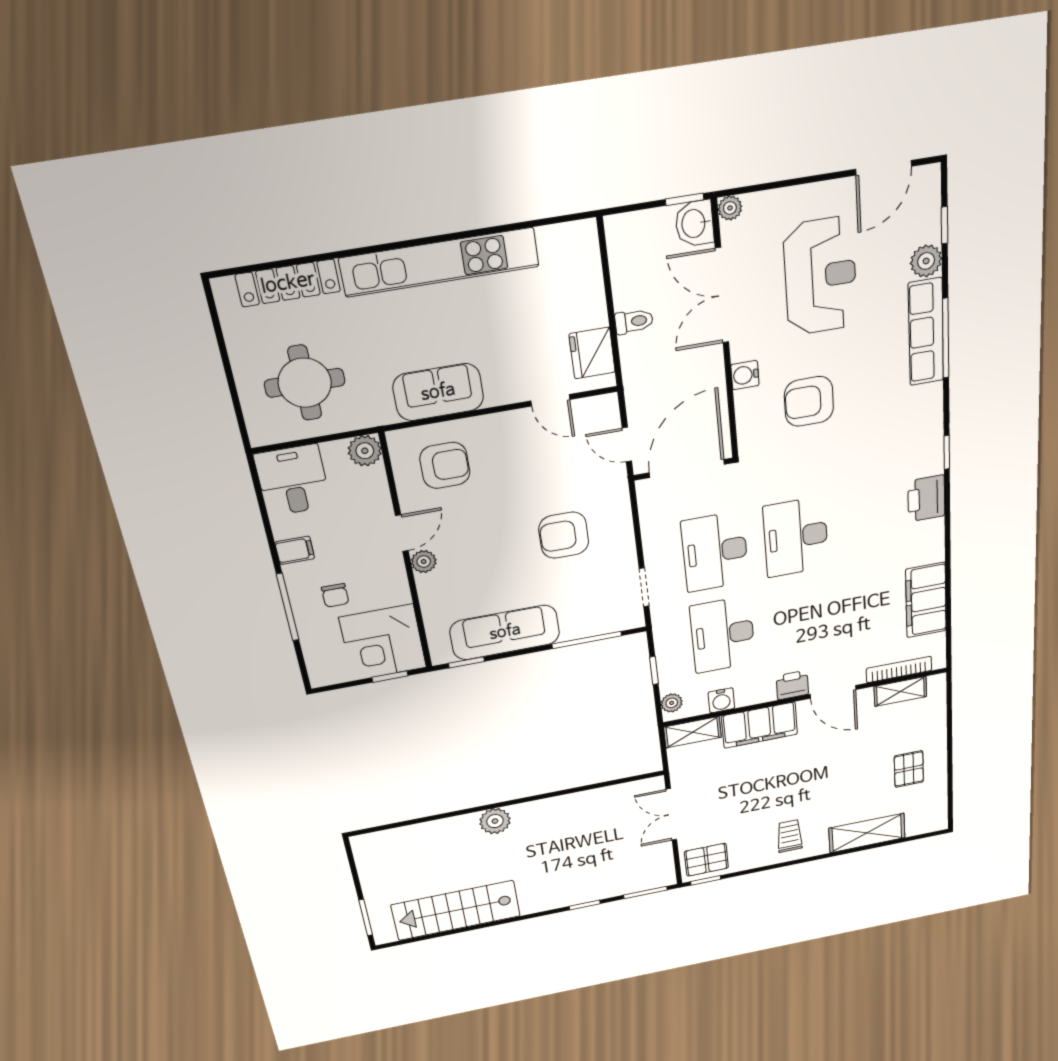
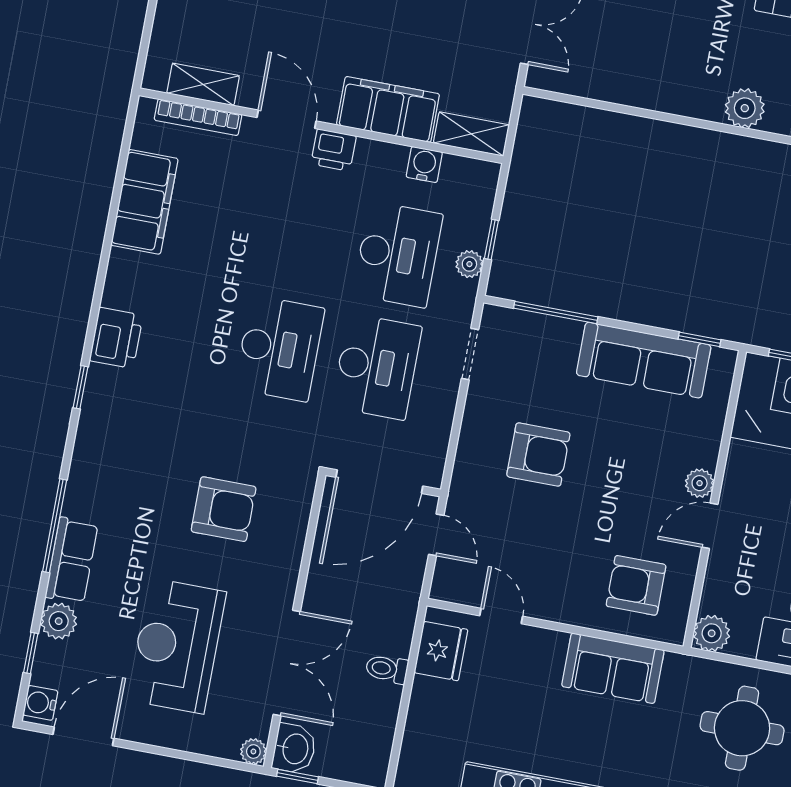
row of seats: (926, 332) -> (72, 560), width x0.68
water cooler: (745, 375) -> (40, 703), moved, turned 180
plant: (672, 703) -> (469, 264), moved

